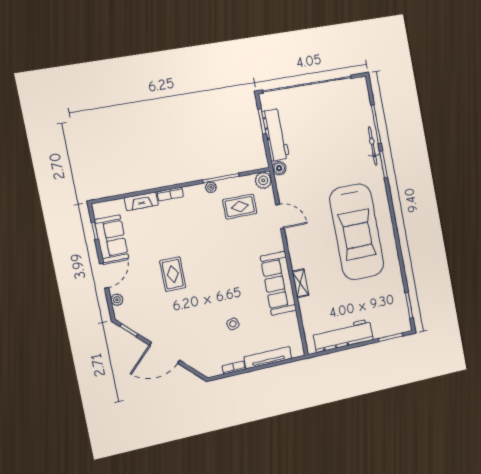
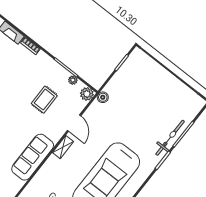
workbench: (276, 135) -> (121, 78), removed
bicycle: (373, 146) -> (170, 138), width x1.37, depth x1.40
plant: (211, 187) -> (73, 80), moved
rug: (240, 207) -> (44, 100), moved, turned 90
shelving: (300, 283) -> (63, 147), moved

